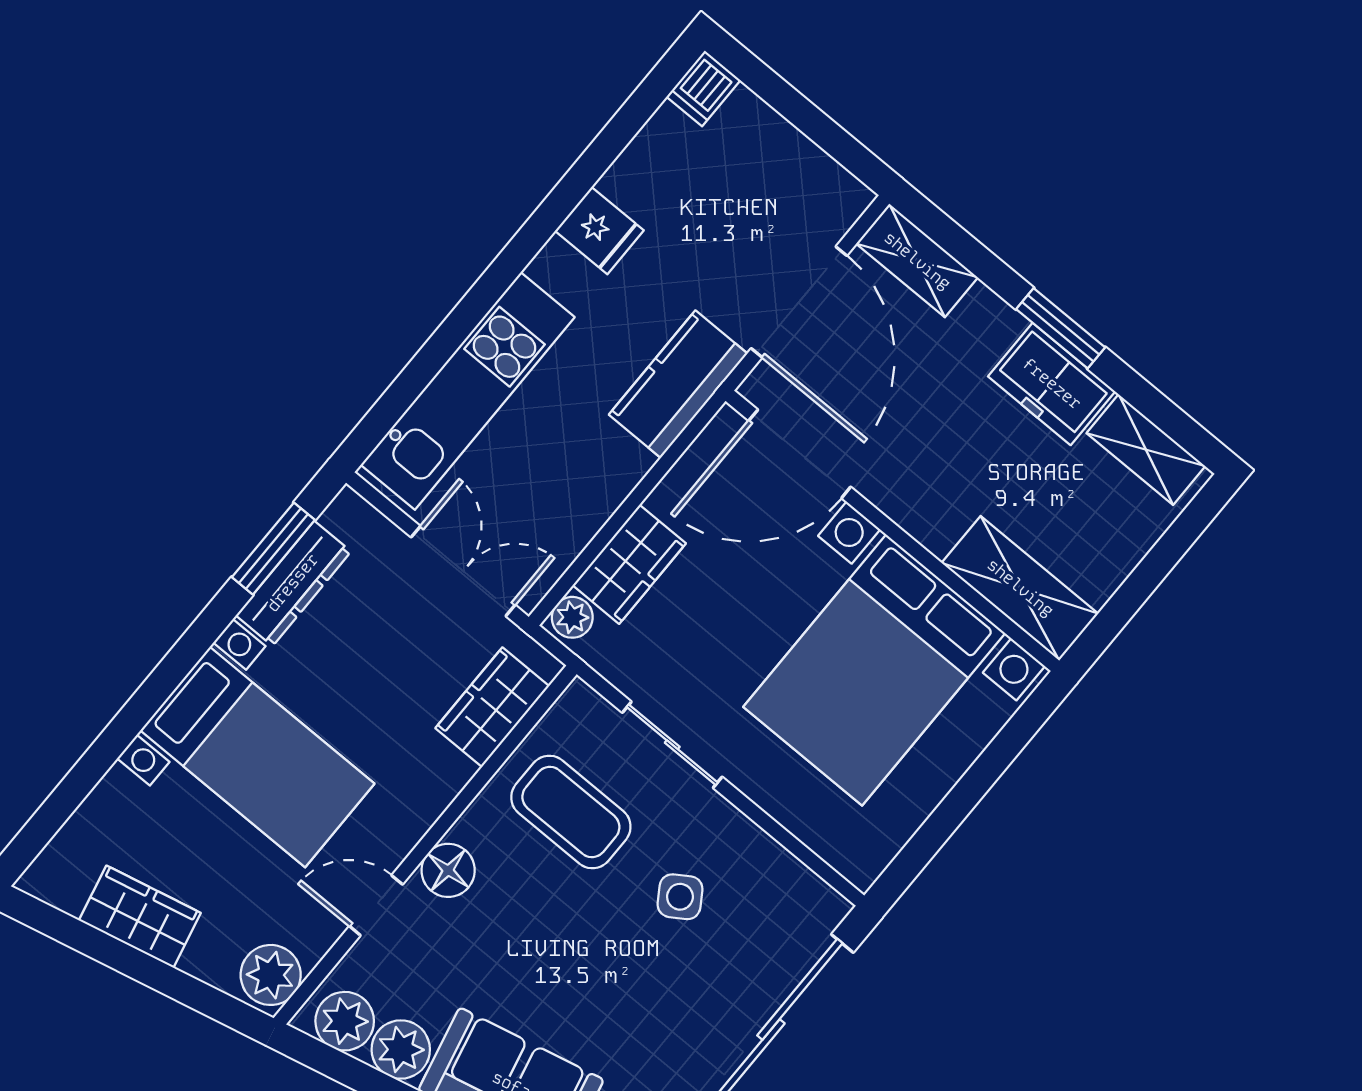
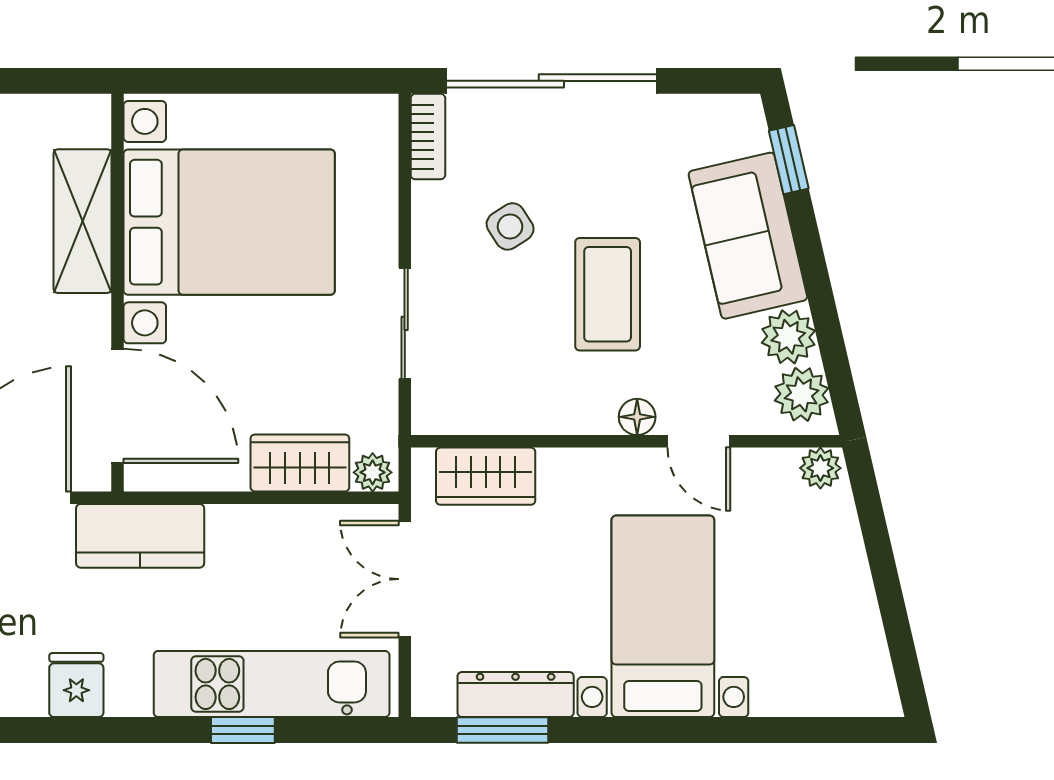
window: (450, 336) -> (243, 730), added
shelving: (1020, 588) -> (83, 221), moved
coffee table: (571, 812) -> (608, 294), moved
floor lamp: (448, 870) -> (637, 417), width x0.73, depth x0.73
bookcase: (809, 891) -> (428, 137), added
wardrobe: (140, 917) -> (849, 605), removed
plant: (271, 975) -> (820, 468), width x0.73, depth x0.73

